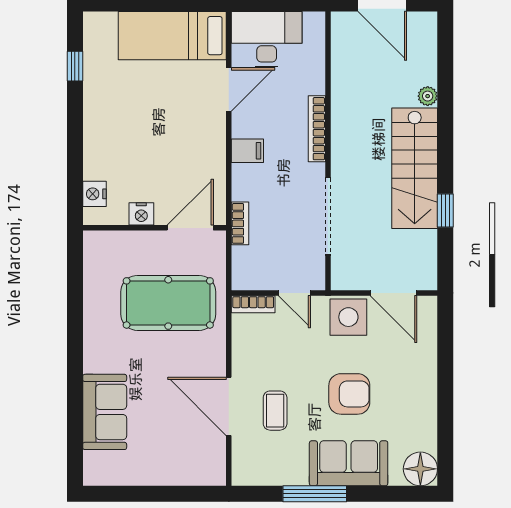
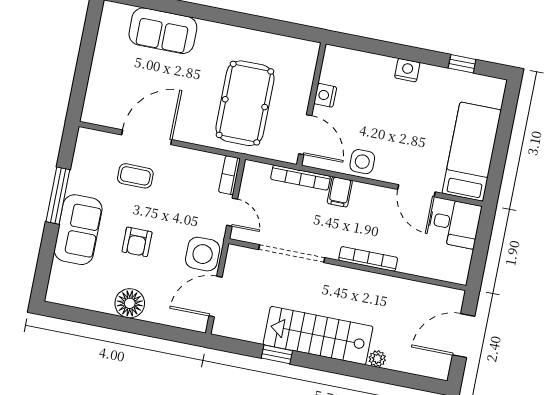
desk: (267, 39) -> (455, 223), width x0.73
filing cabinet: (247, 151) -> (340, 192), moved
side table: (208, 157) -> (362, 162), added
nightstand: (95, 194) -> (407, 70), moved
bookcase: (240, 223) -> (300, 178), width x1.56
door: (294, 293) -> (232, 212), swing flipped
armchair: (349, 394) -> (137, 242), width x0.72, depth x0.72
floor lamp: (420, 469) -> (130, 303), moved

